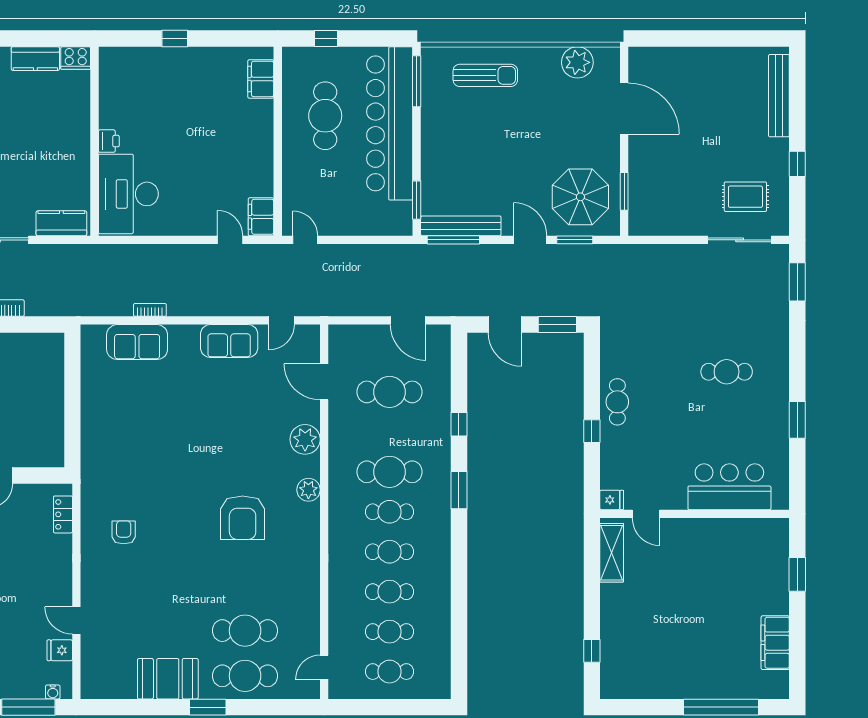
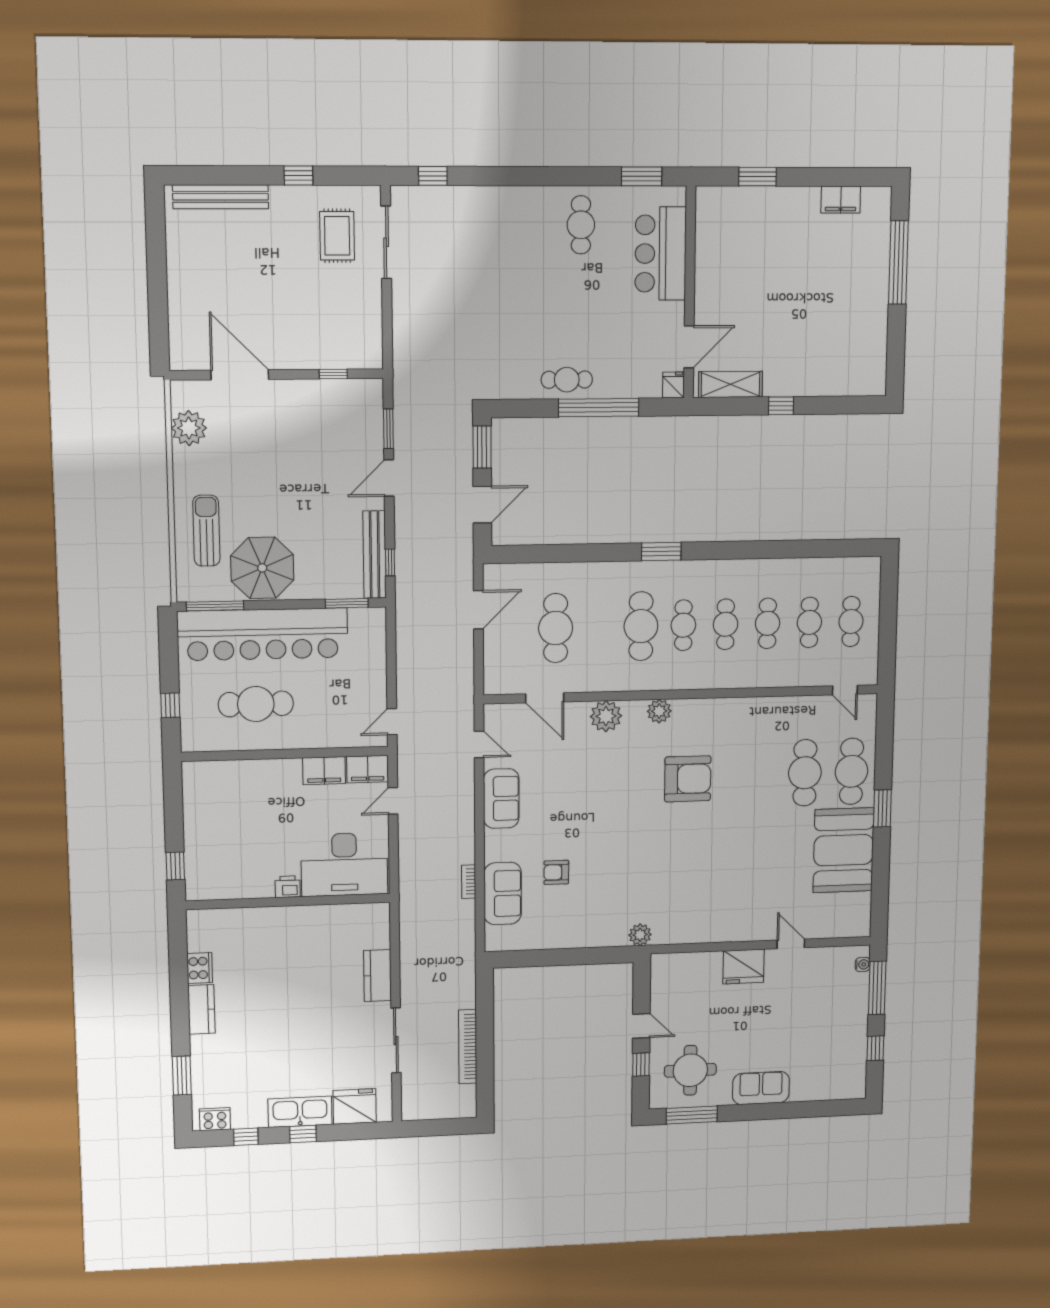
filing cabinet: (261, 79) -> (324, 771), moved
door: (624, 108) -> (240, 375), hinge flipped
wall: (94, 141) -> (288, 902), moved
printer: (109, 141) -> (288, 887), moved
window: (624, 191) -> (333, 374), width x0.67
desk: (128, 194) -> (344, 864), moved
parasol: (580, 197) -> (262, 568), moved
window: (453, 240) -> (390, 562), width x0.46
window: (797, 282) -> (433, 176), width x0.67
cafe table: (727, 372) -> (581, 225), moved
door: (324, 382) -> (545, 698), hinge flipped
window: (797, 420) -> (642, 176), moved
window: (459, 424) -> (590, 553), removed
window: (592, 431) -> (599, 408), width x3.17
plant: (91, 474) -> (640, 935), added
locker: (63, 514) -> (682, 962), removed
door: (646, 514) -> (689, 347), width x1.38
armchair: (124, 532) -> (556, 872), moved
door: (76, 621) -> (791, 944), swing flipped
filing cabinet: (775, 643) -> (841, 200), width x0.67, depth x0.86
fridge: (60, 650) -> (744, 967), moved, width x1.88, depth x1.34
window: (592, 651) -> (781, 406), moved
booth: (168, 679) -> (844, 850), width x1.36, depth x1.42

